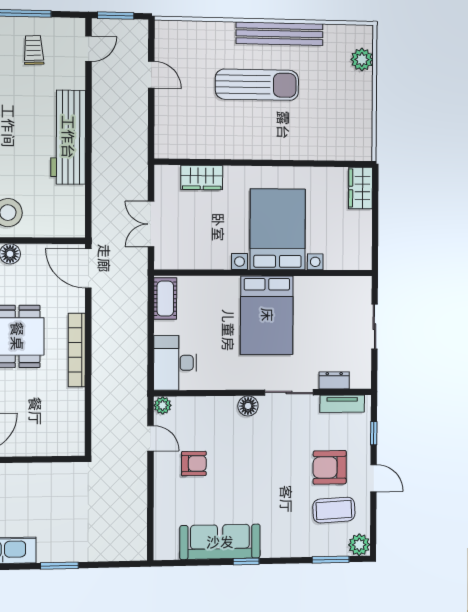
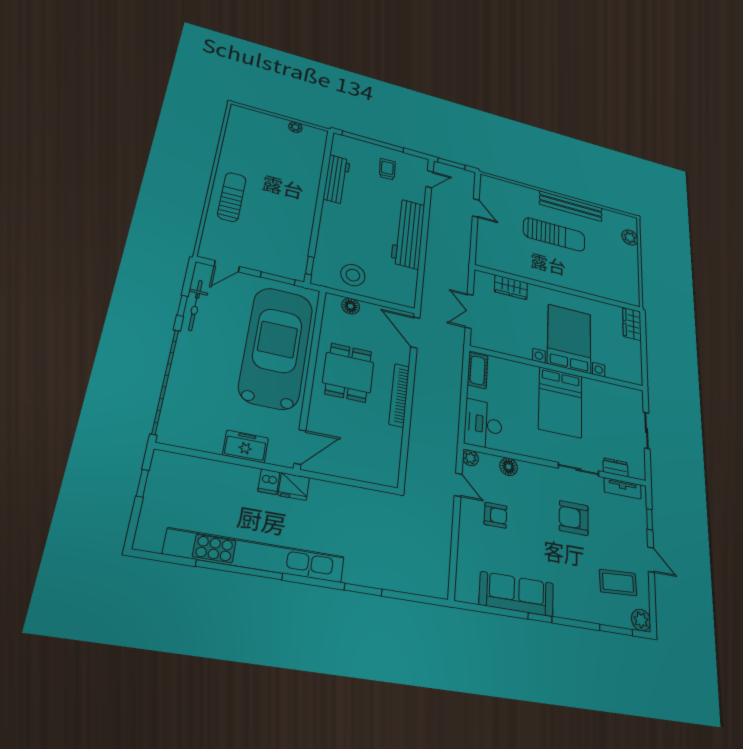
floor lamp: (248, 406) -> (509, 467), moved
armchair: (330, 467) -> (574, 518), moved

